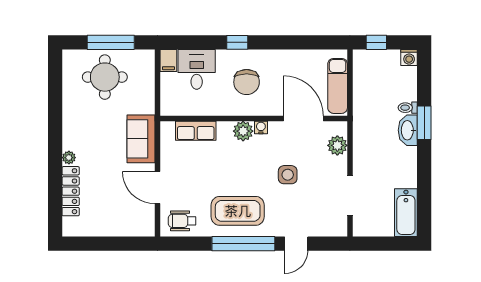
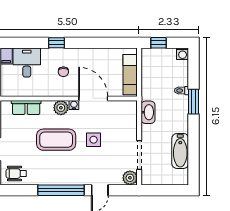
chair: (247, 82) -> (63, 72), width x0.54, depth x0.54
door: (303, 118) -> (93, 98), moved
washbasin: (408, 130) -> (148, 112), moved, turned 180
plant: (337, 145) -> (130, 178), moved
coffee table: (238, 211) -> (56, 140), moved
bathtub: (406, 213) -> (180, 151), moved

